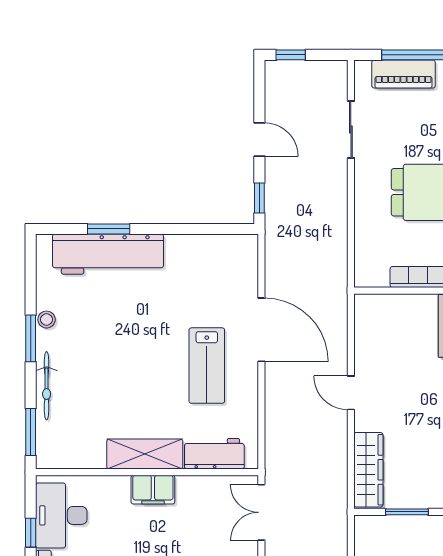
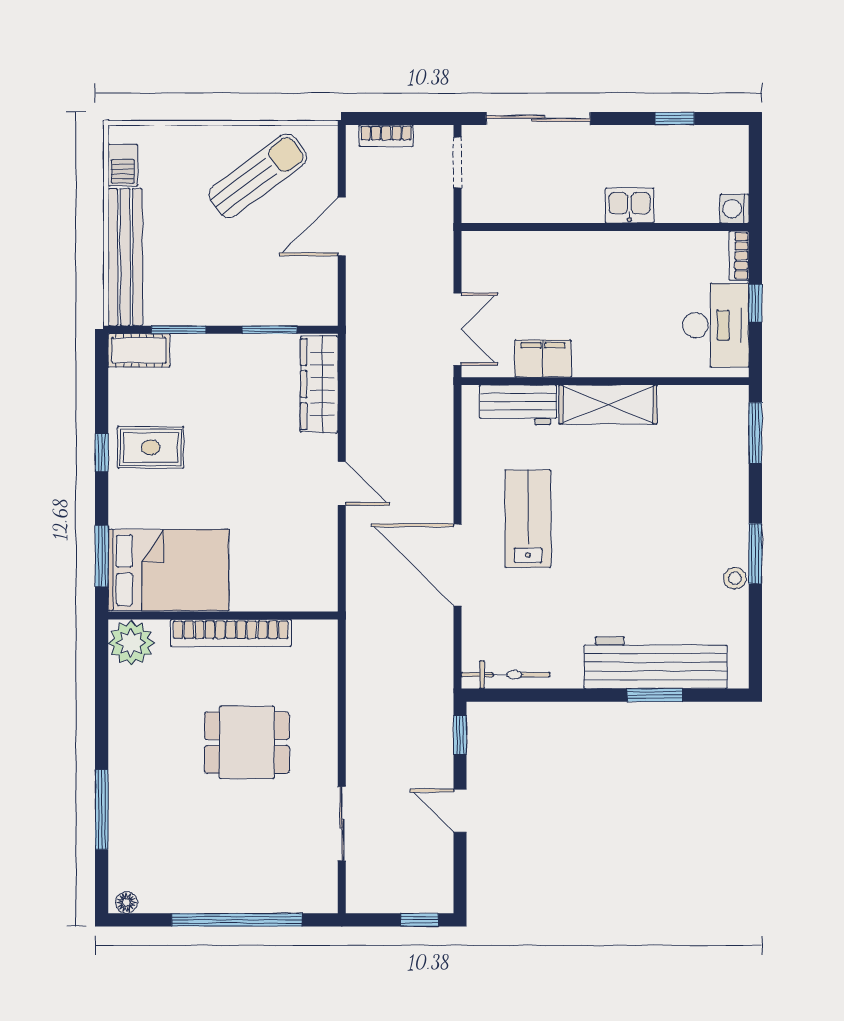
piano: (404, 74) -> (274, 895), removed
bicycle: (47, 386) -> (506, 675), moved, turned 90
filing cabinet: (153, 490) -> (543, 359), moved

